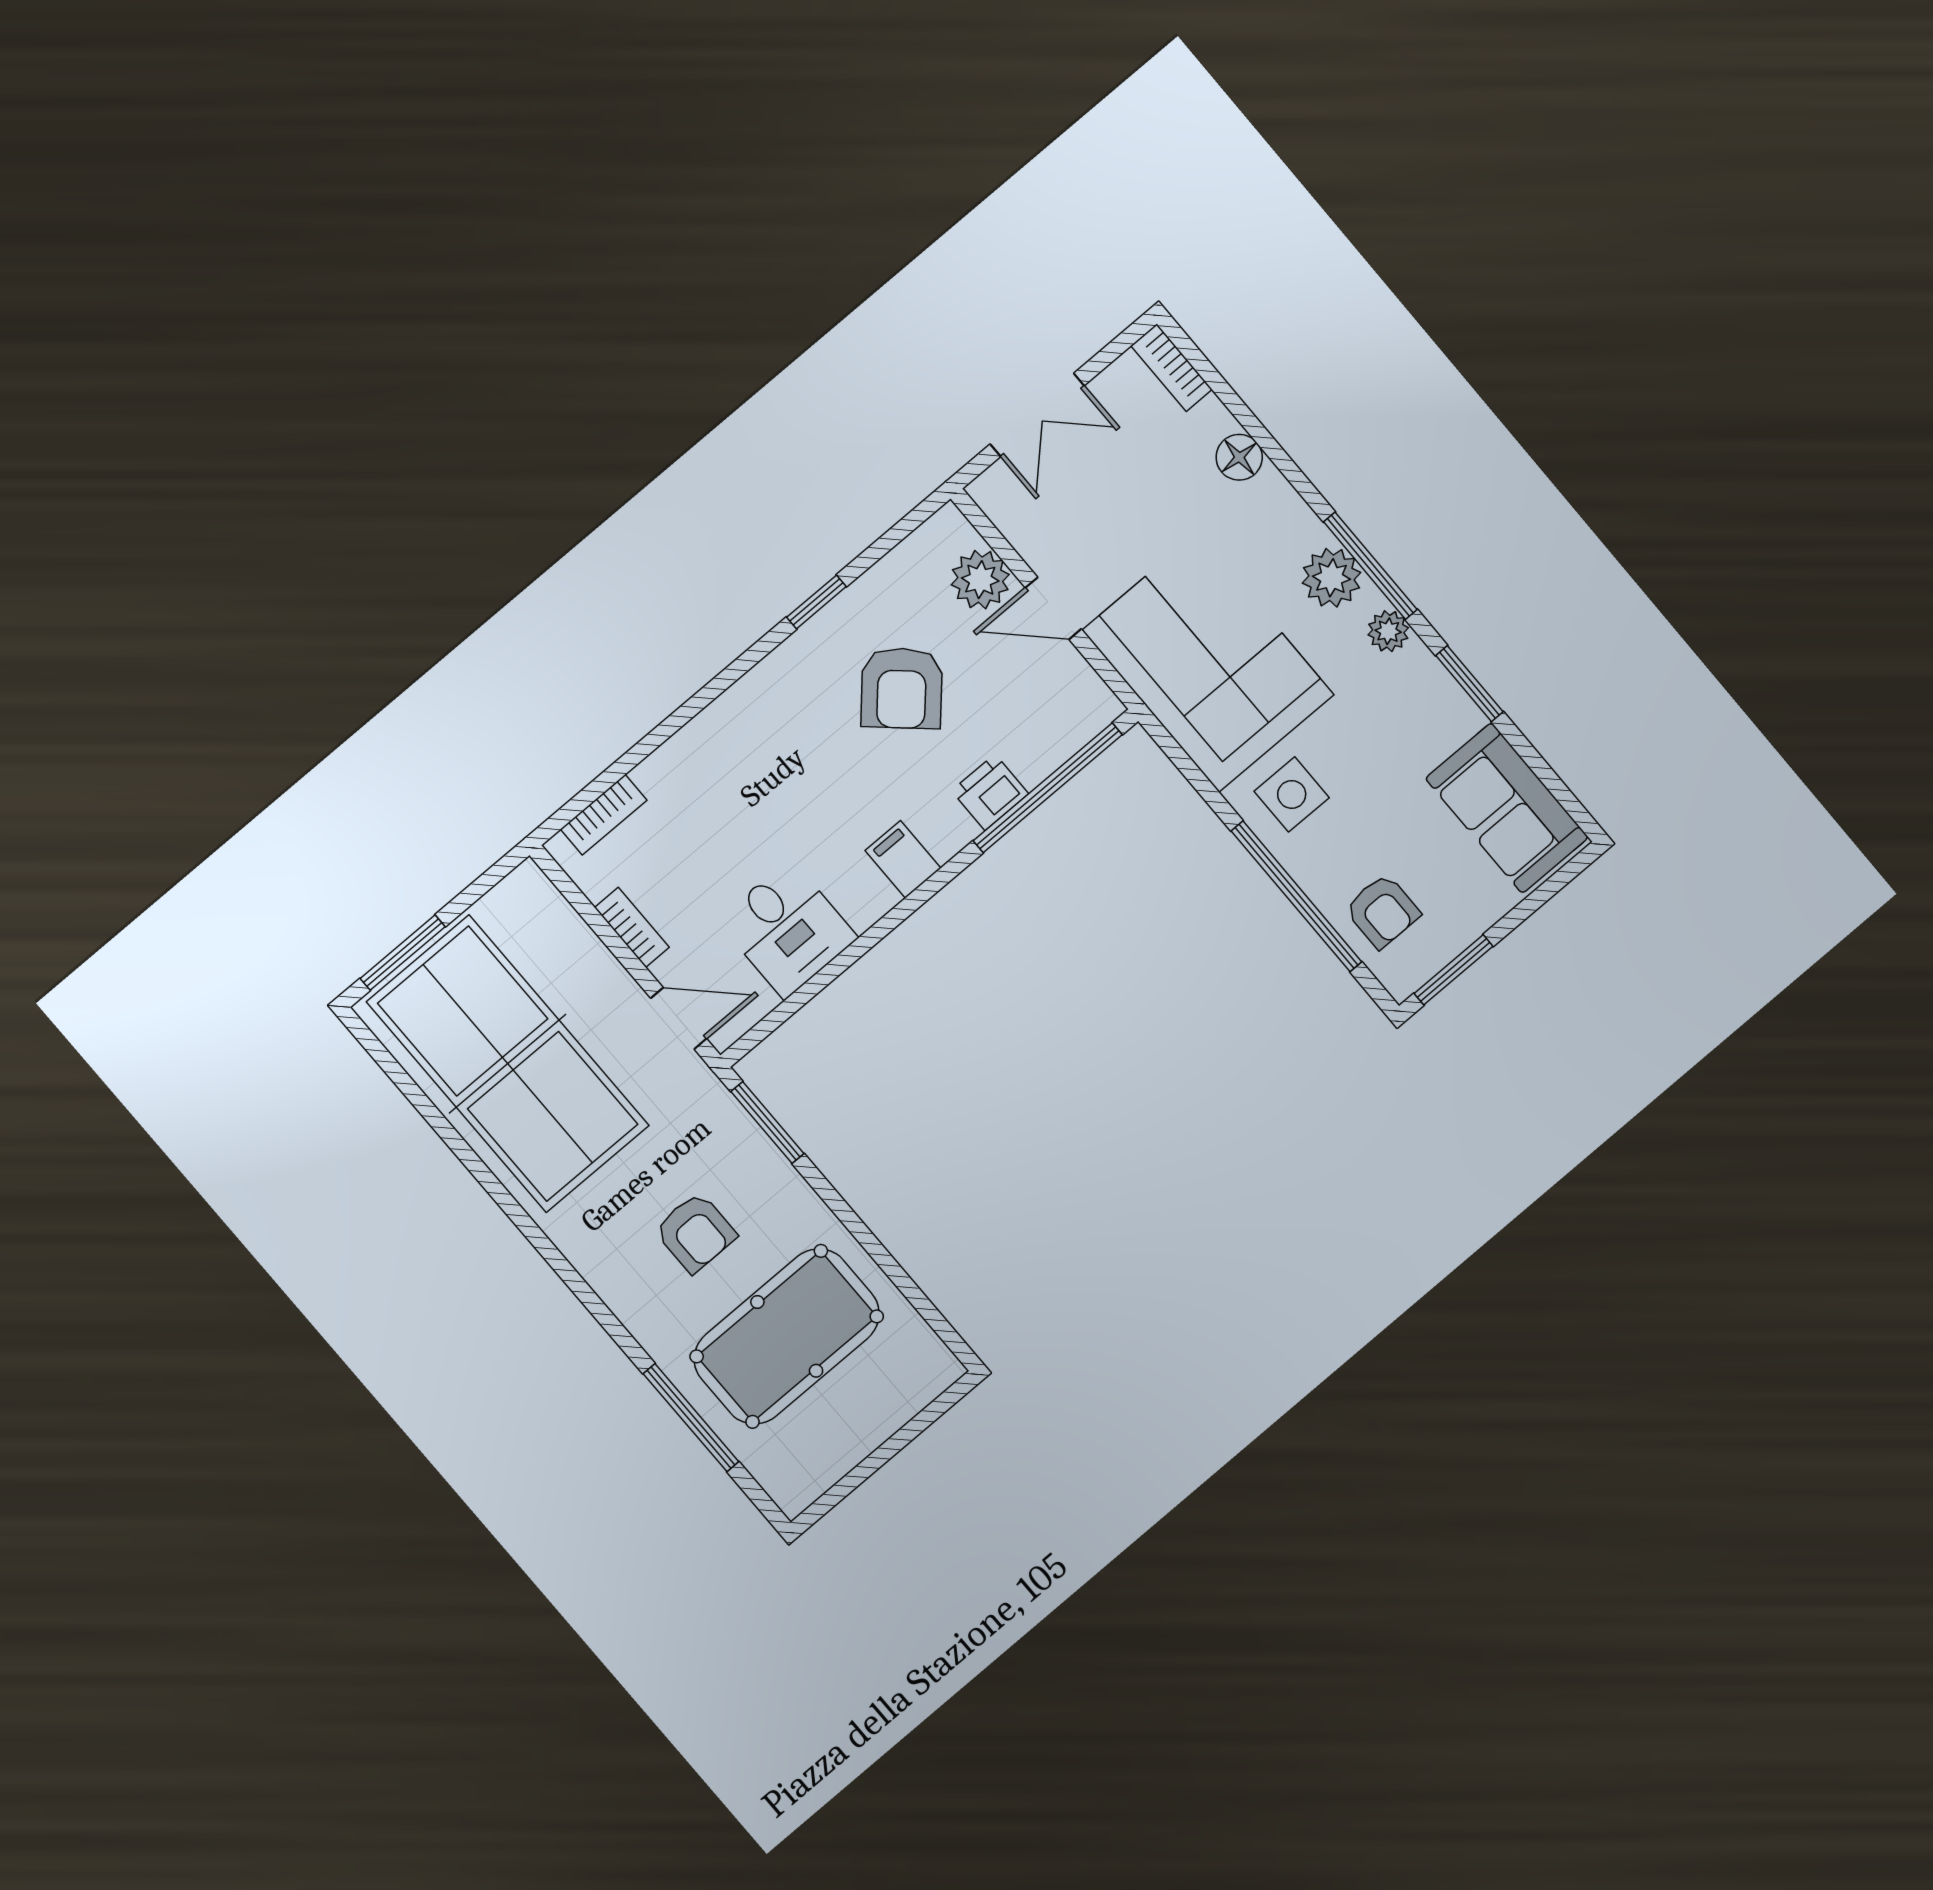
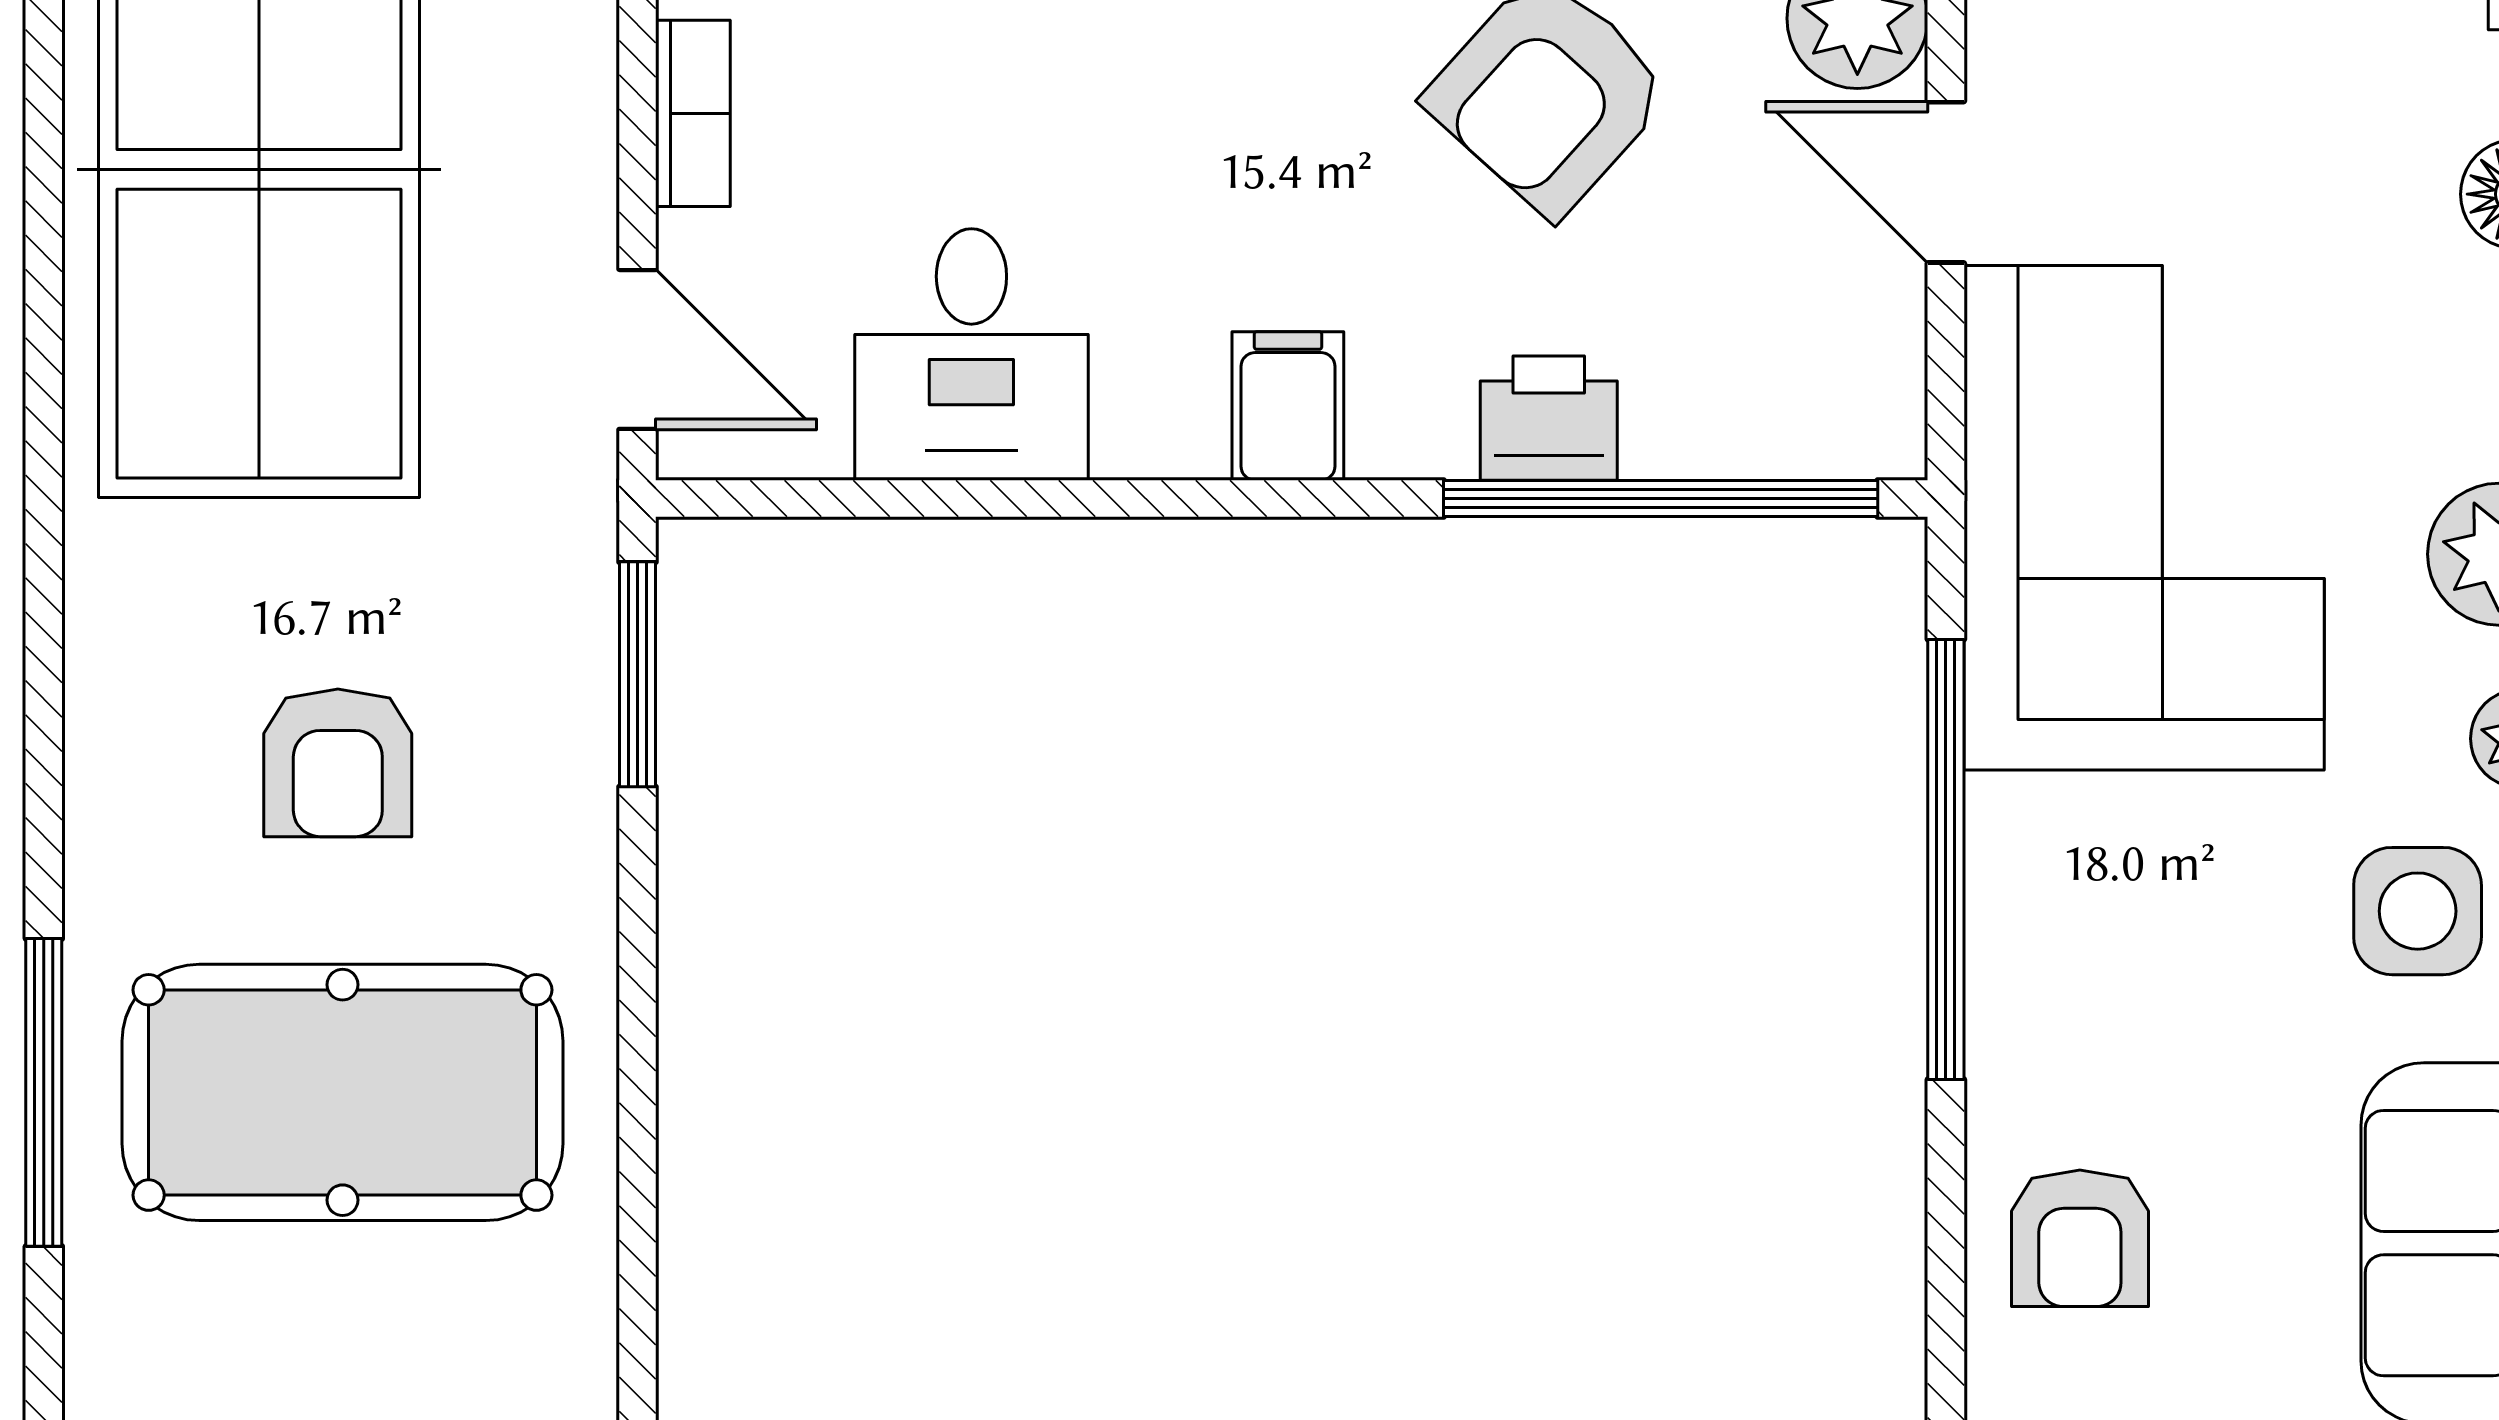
side table: (1292, 794) -> (2418, 911), moved
window: (1296, 896) -> (1946, 859), moved

